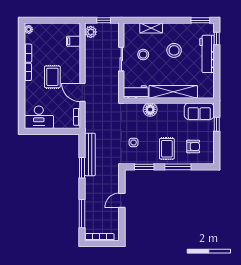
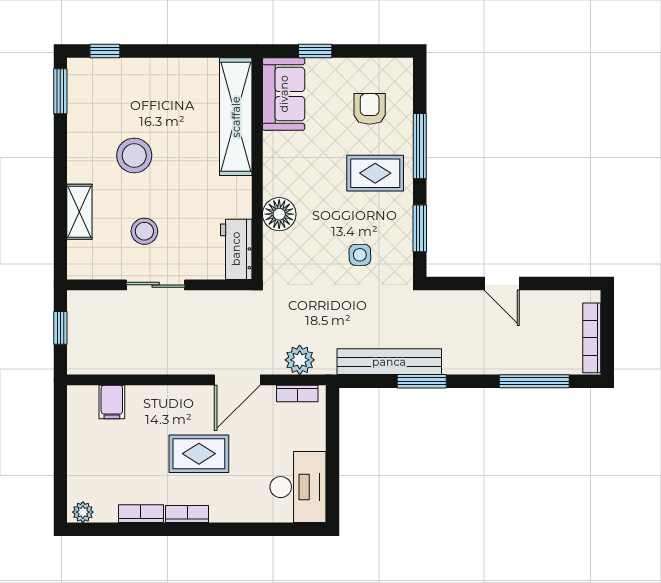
plant: (91, 32) -> (300, 360), moved
workbench: (207, 54) -> (143, 75), removed
shelving: (173, 92) -> (236, 117), moved

